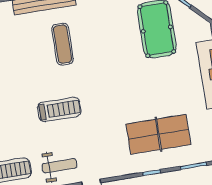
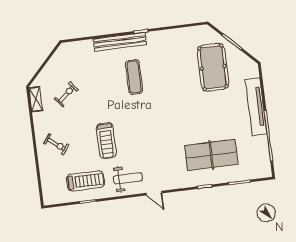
treadmill: (59, 109) -> (106, 140), moved, turned 90

